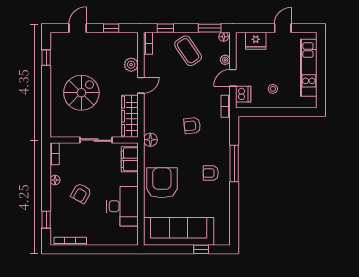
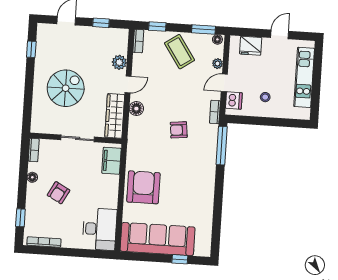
floor lamp: (150, 140) -> (136, 109), moved
window: (234, 164) -> (222, 146), moved
armchair: (211, 173) -> (195, 180), removed
desk: (123, 206) -> (100, 229), moved

